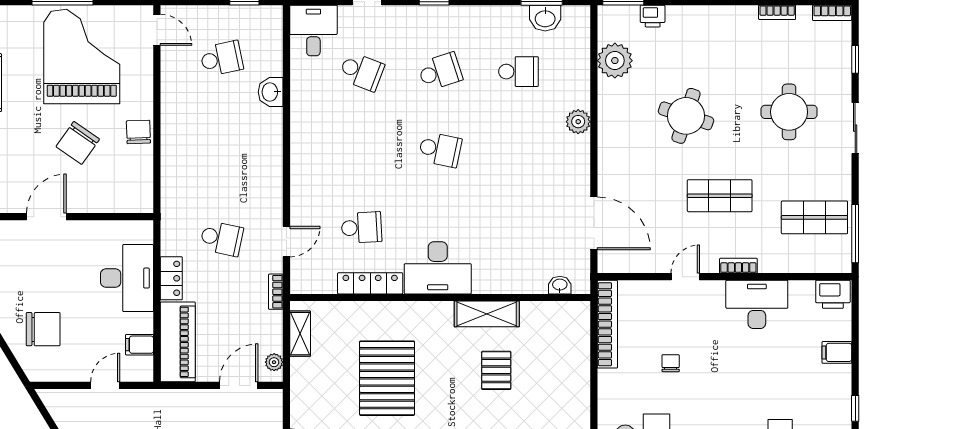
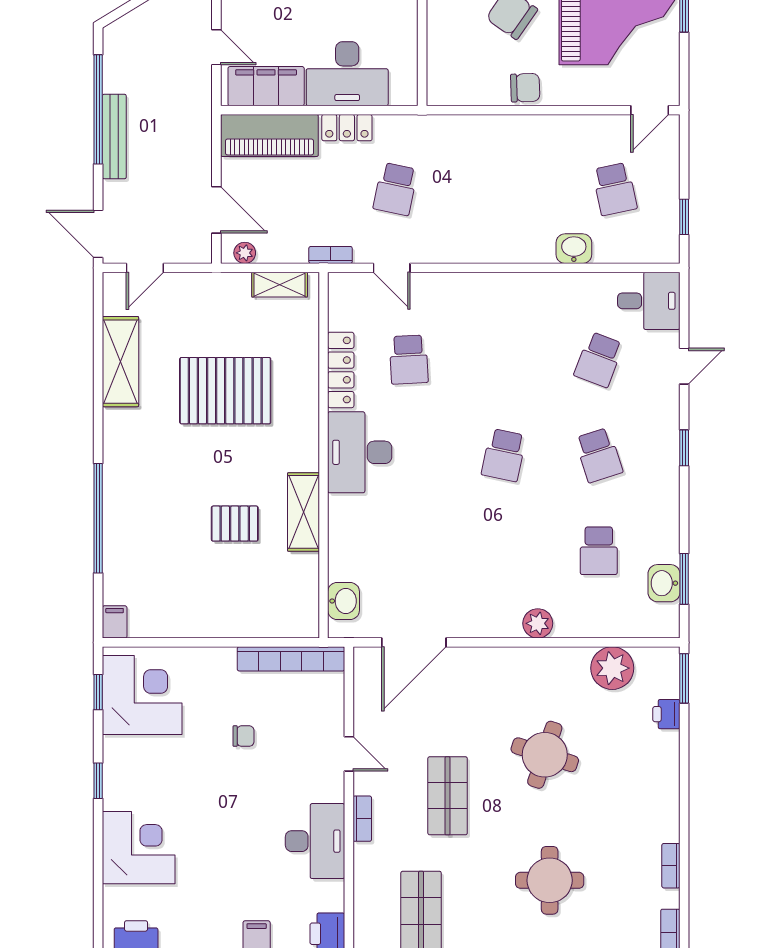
washbasin: (560, 285) -> (344, 601), width x1.38, depth x1.45
filing cabinet: (139, 345) -> (266, 86), width x3.00, depth x1.17

